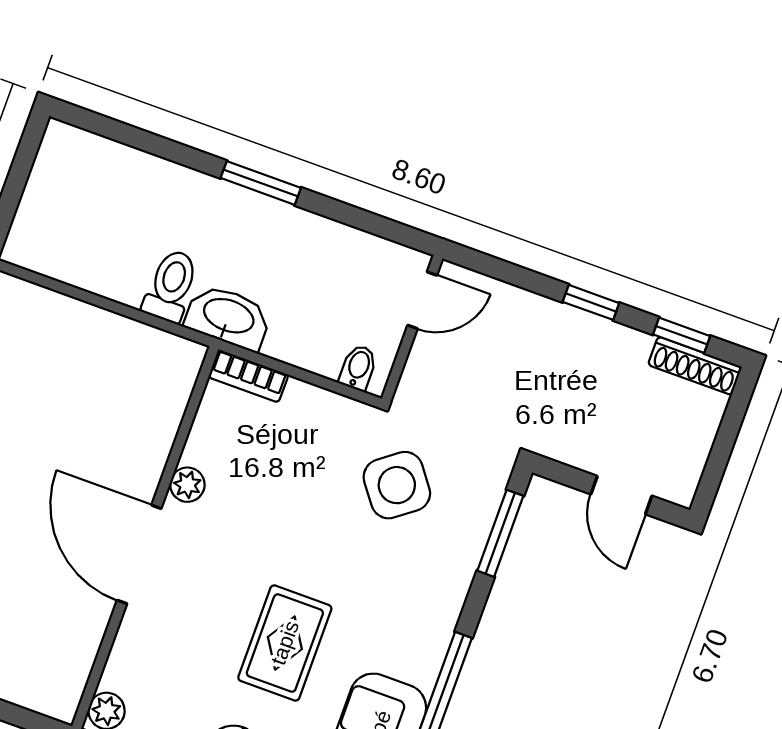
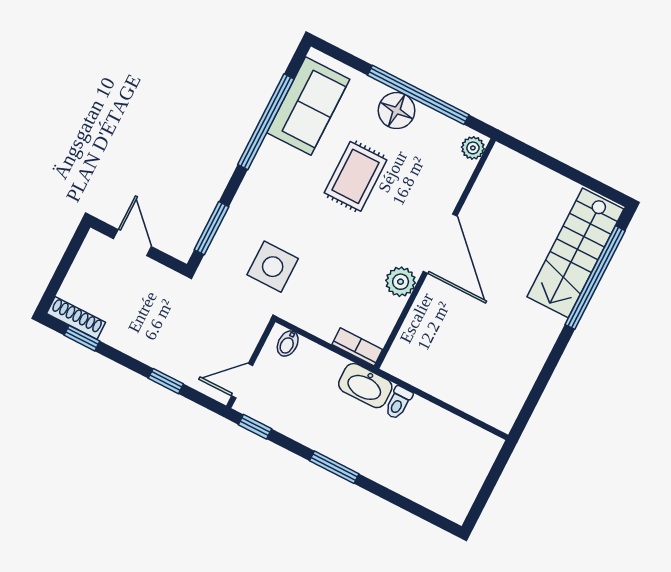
window: (393, 231) -> (255, 427), added
toilet: (171, 286) -> (398, 403), width x0.73, depth x0.72
window: (591, 302) -> (166, 381), moved
plant: (187, 485) -> (401, 282), width x1.38, depth x1.38
side table: (397, 485) -> (273, 267), turned 37

